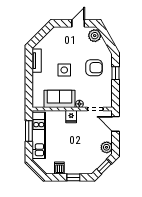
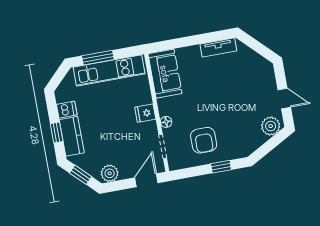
armchair: (94, 68) -> (204, 140), moved
side table: (64, 70) -> (212, 90), removed
sofa: (60, 99) -> (165, 74), moved
window: (29, 131) -> (98, 58), moved
kitchen counter: (78, 168) -> (72, 136), added

